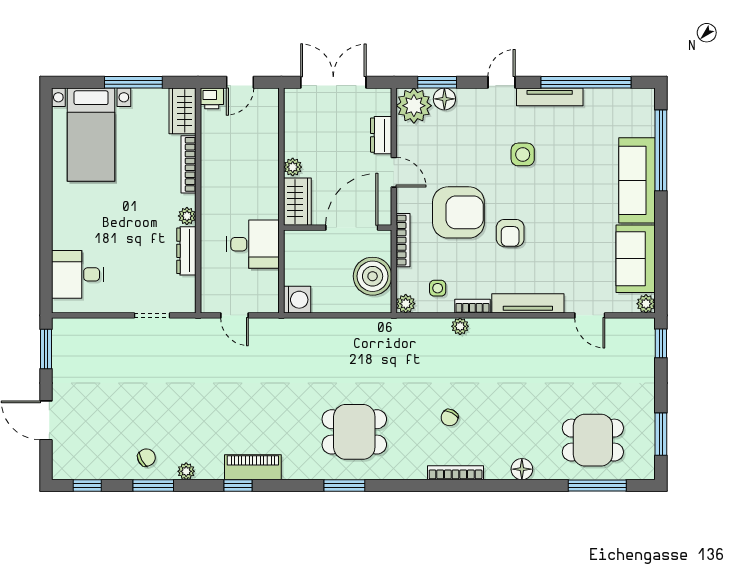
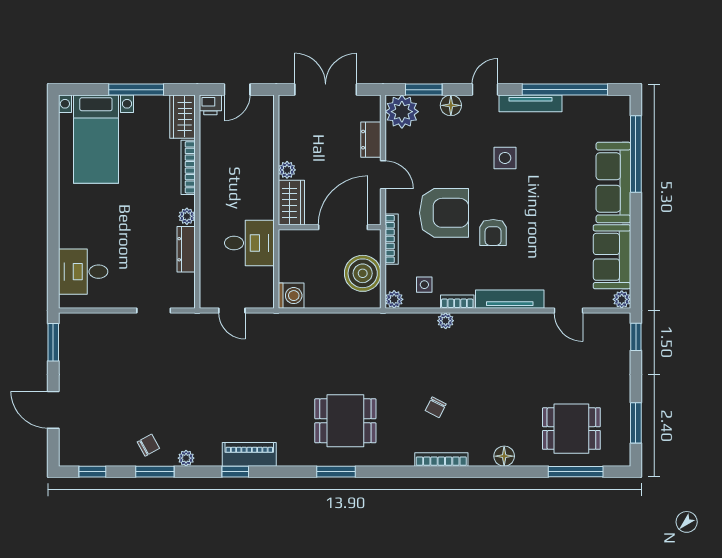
floor lamp: (444, 99) -> (451, 105), moved

